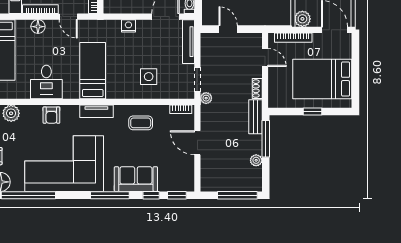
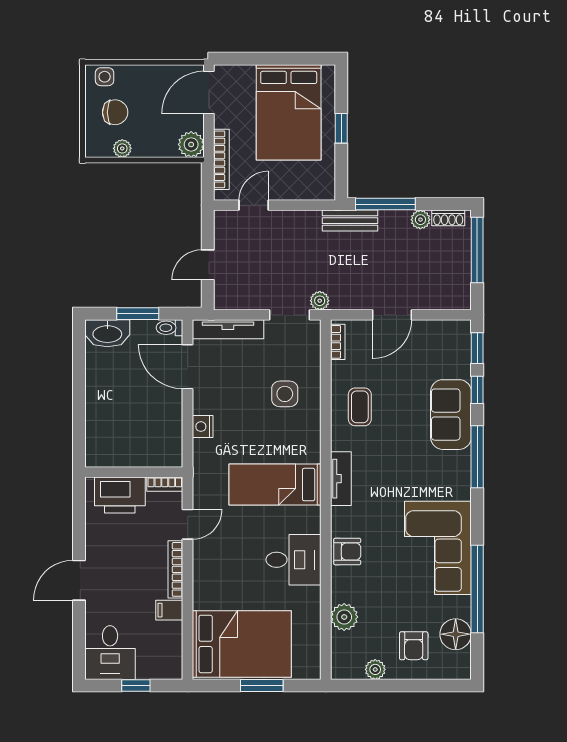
floor lamp: (38, 27) -> (204, 573), removed
shoe rack: (257, 89) -> (448, 218), moved
corner sofa: (64, 164) -> (438, 548), width x0.73, depth x0.74

